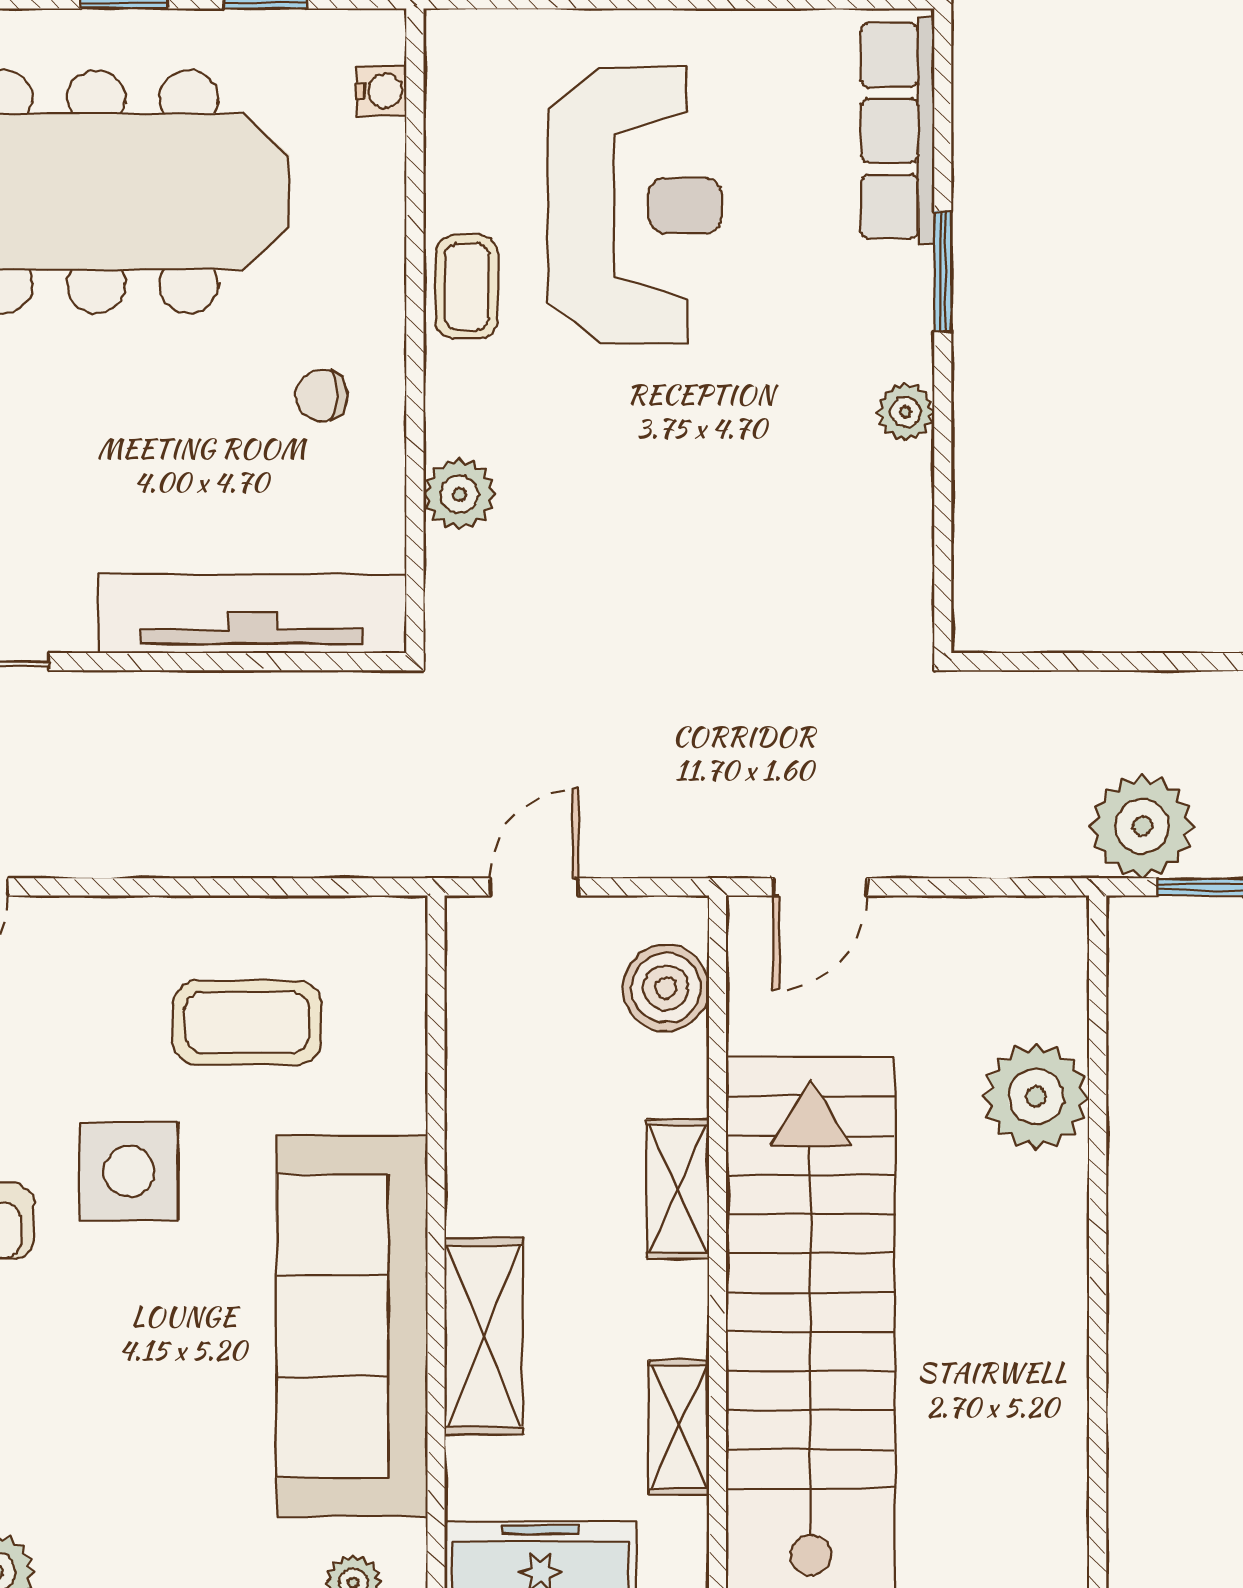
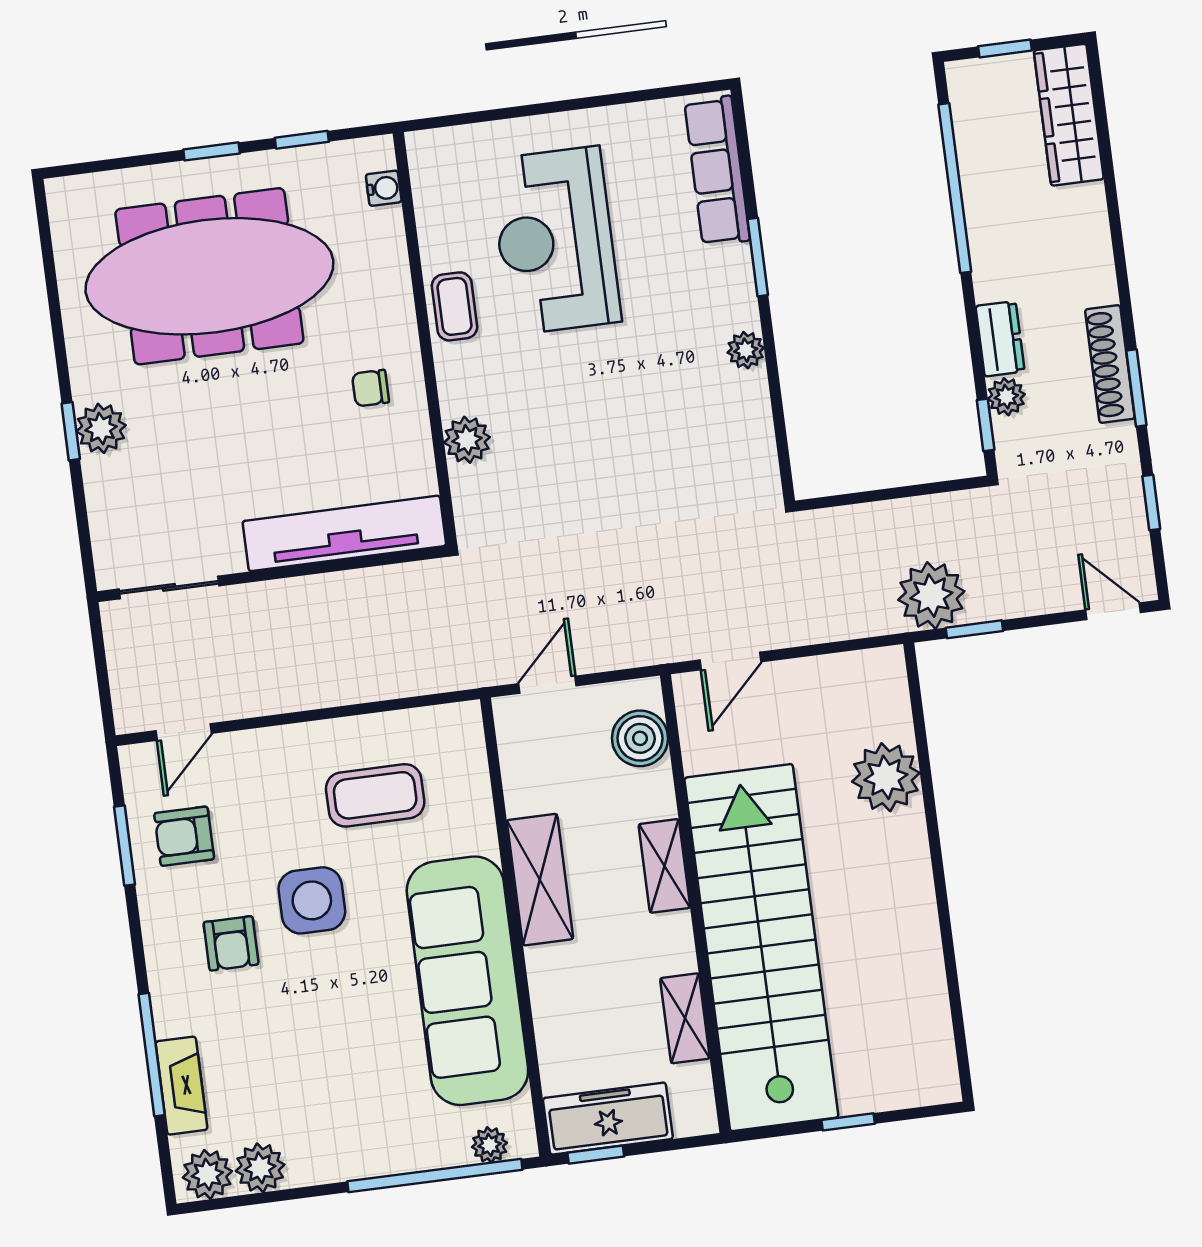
reception desk: (635, 206) -> (555, 241), turned 180
shelving: (484, 1336) -> (540, 880), moved

